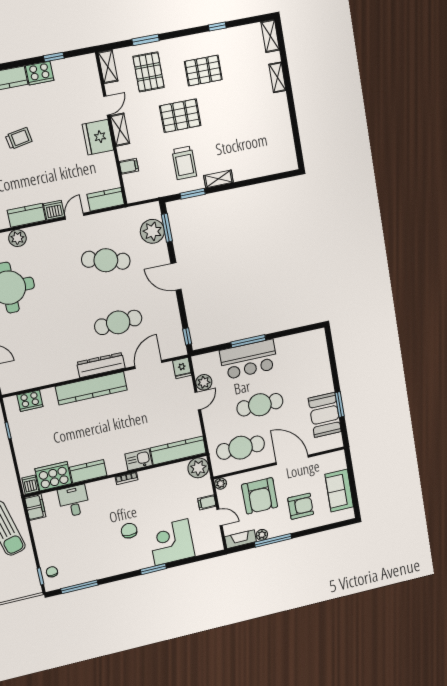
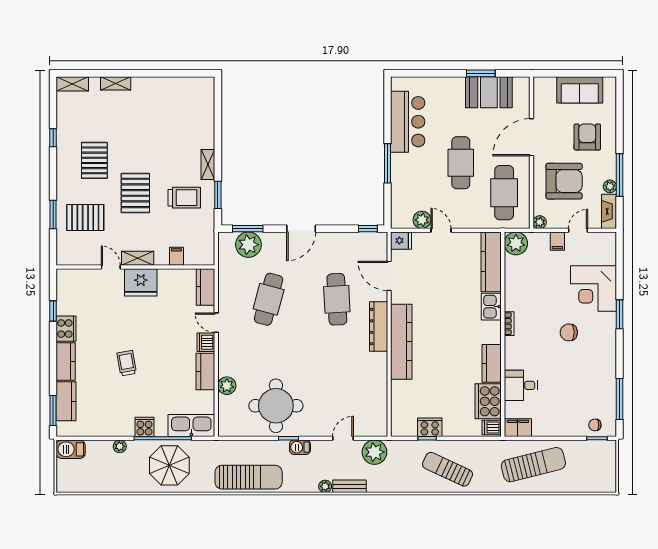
shelving: (108, 67) -> (72, 258), removed
bar counter: (249, 359) -> (408, 122), moved
cooker: (30, 401) -> (430, 427), moved, turned -90

